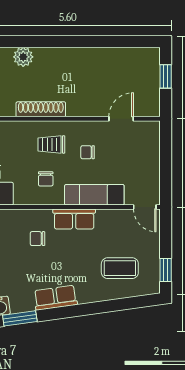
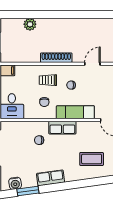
shoe rack: (41, 109) -> (56, 58), moved

